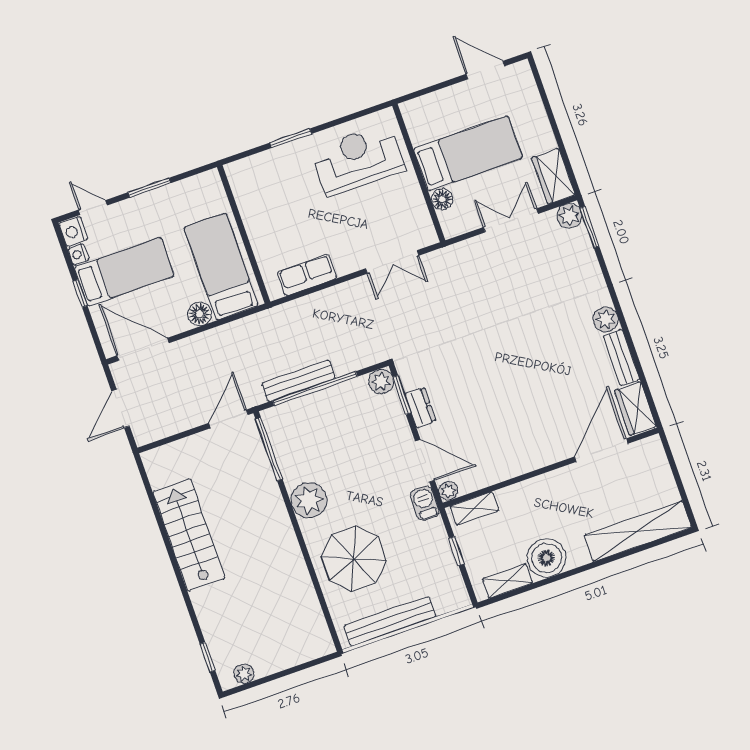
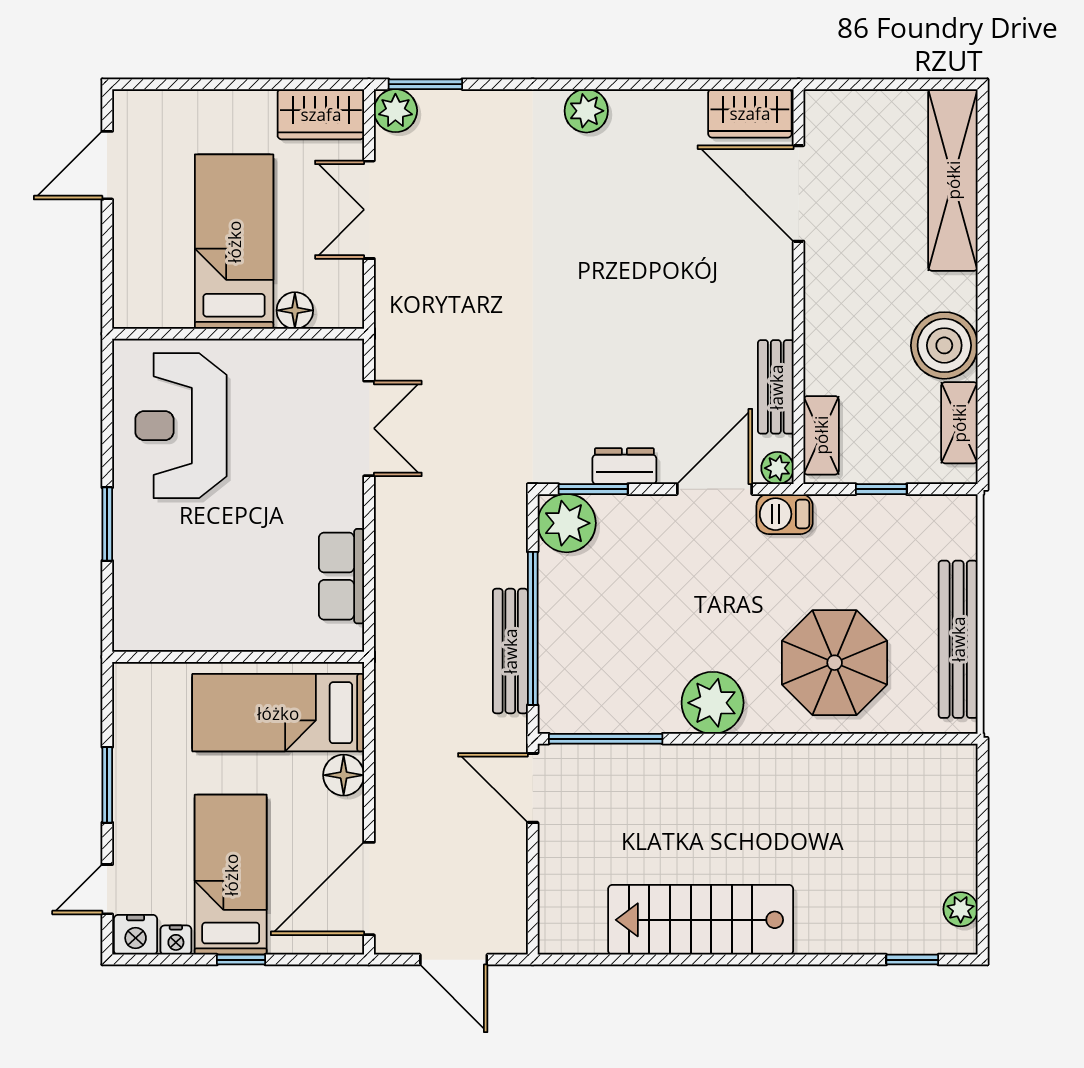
bench: (621, 358) -> (776, 387), moved, turned 90
plant: (381, 381) -> (567, 523), width x1.36, depth x1.36

